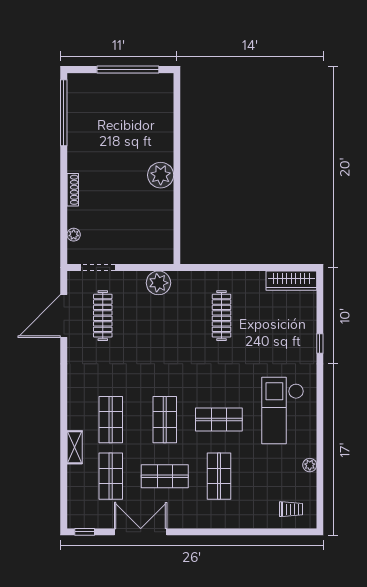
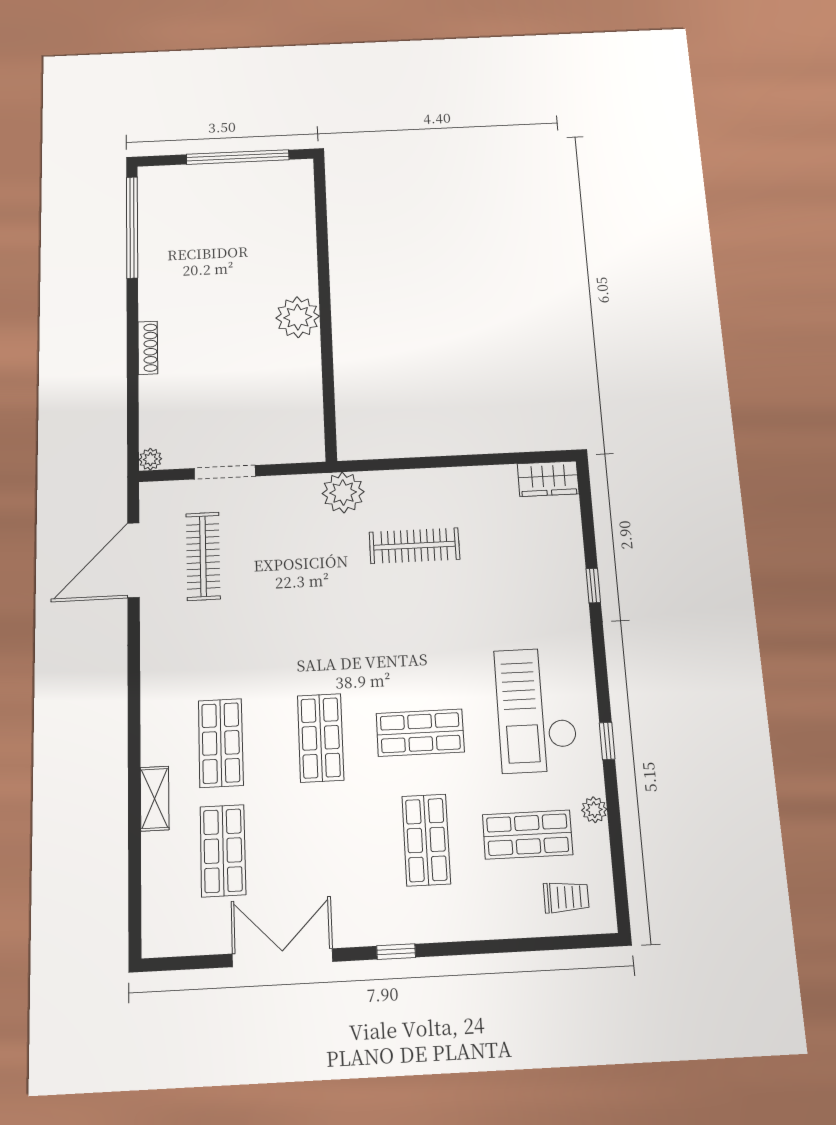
plant: (74, 235) -> (150, 459), moved
doorway: (98, 267) -> (225, 472), moved
wardrobe: (291, 281) -> (548, 479), width x0.67
plant: (158, 283) -> (343, 493), moved
clothes rail: (222, 316) -> (414, 546), turned 90
window: (320, 429) -> (607, 741), added
shop shelf: (165, 476) -> (528, 835), moved
window: (85, 532) -> (396, 952), moved

